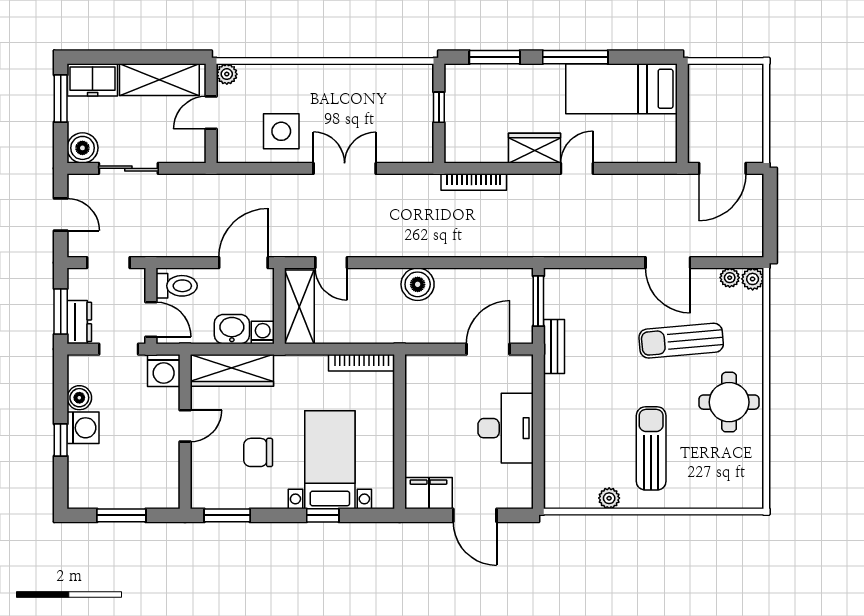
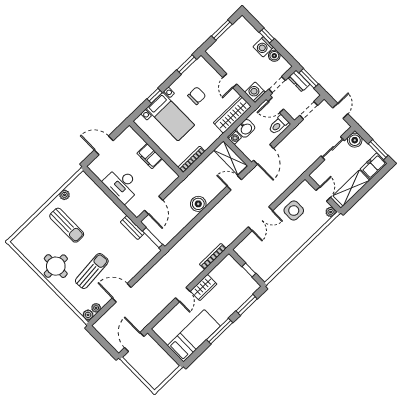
door: (61, 214) -> (340, 111), swing flipped
filing cabinet: (429, 493) -> (150, 156), moved, turned 90

